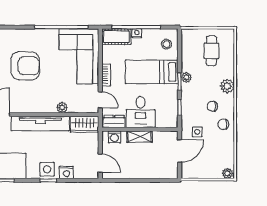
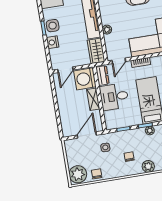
chair: (223, 124) -> (97, 174), moved
washing machine: (114, 137) -> (85, 79), width x1.89, depth x1.89
door: (179, 151) -> (87, 135), swing flipped
plant: (228, 173) -> (78, 174), width x1.88, depth x1.88

